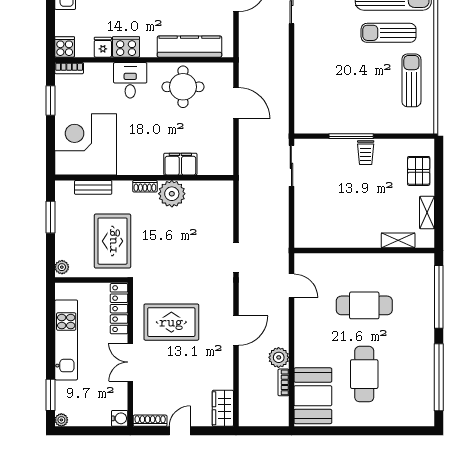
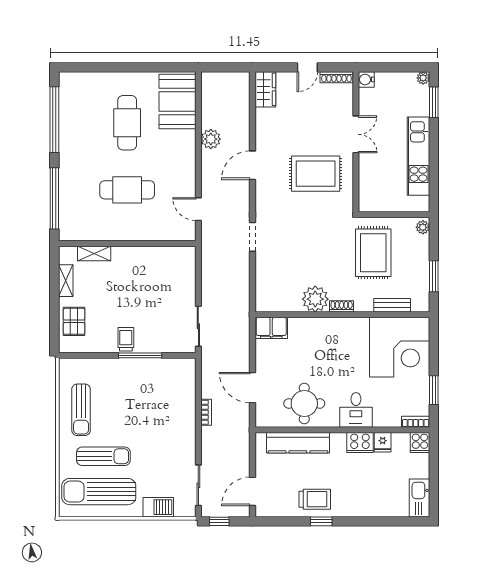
filing cabinet: (180, 164) -> (271, 328), moved
locker: (119, 309) -> (367, 187), removed
bookcase: (283, 382) -> (206, 412), moved

